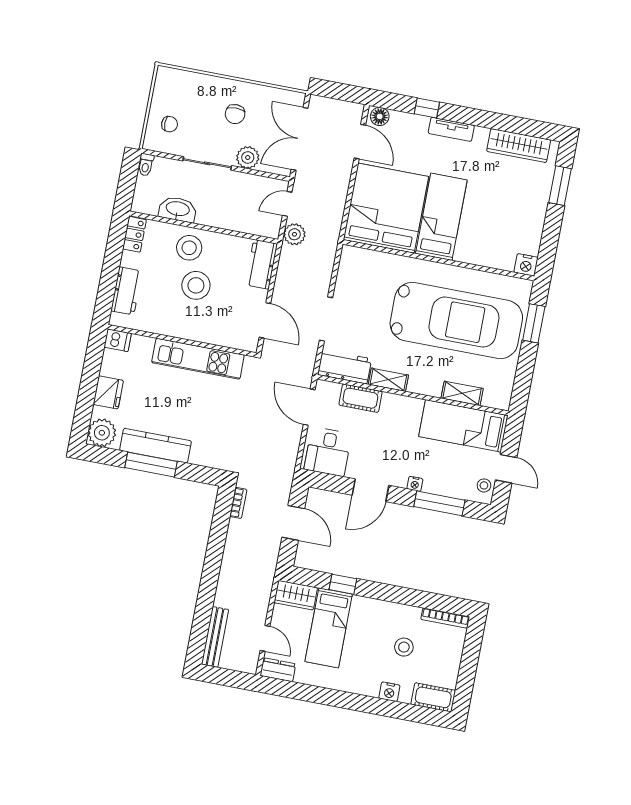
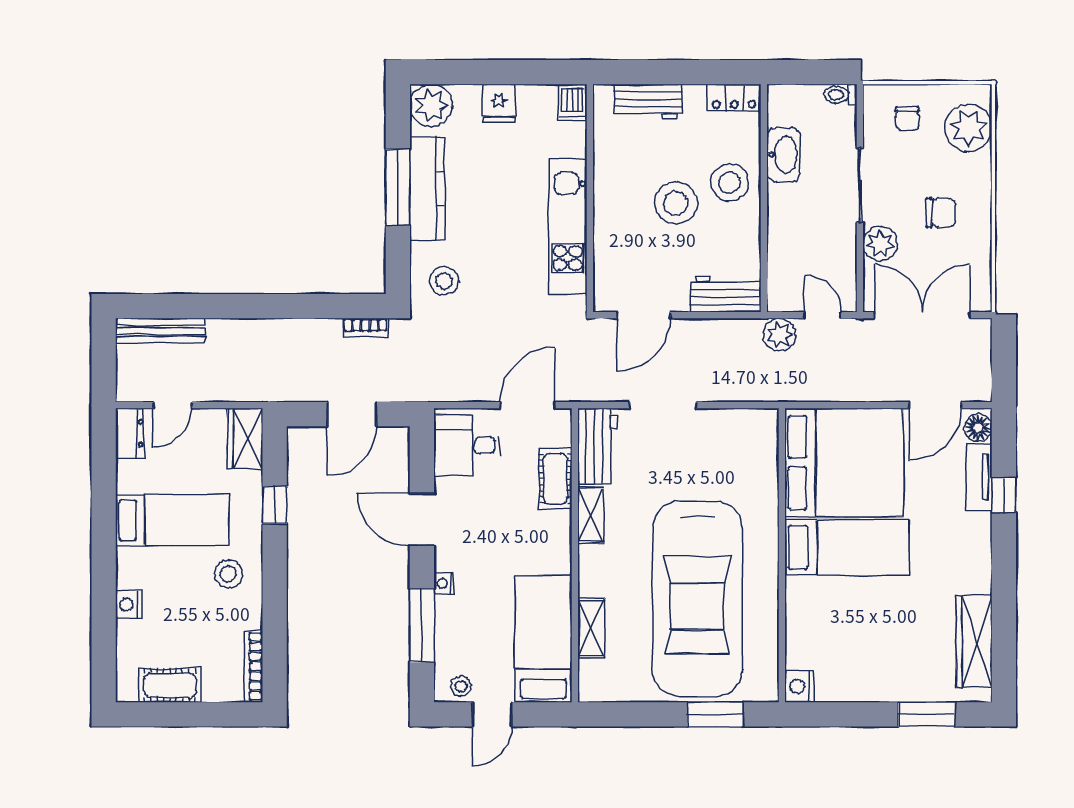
plant: (183, 86) -> (968, 128), added
chair: (235, 114) -> (941, 213), turned 180
tv unit: (451, 129) -> (979, 477), moved
fridge: (108, 392) -> (499, 103), width x0.72
stool: (218, 446) -> (444, 281), added
bed: (329, 628) -> (172, 520), moved, turned 180
stool: (404, 647) -> (228, 574), moved
cot: (433, 697) -> (170, 685), moved, turned 90

